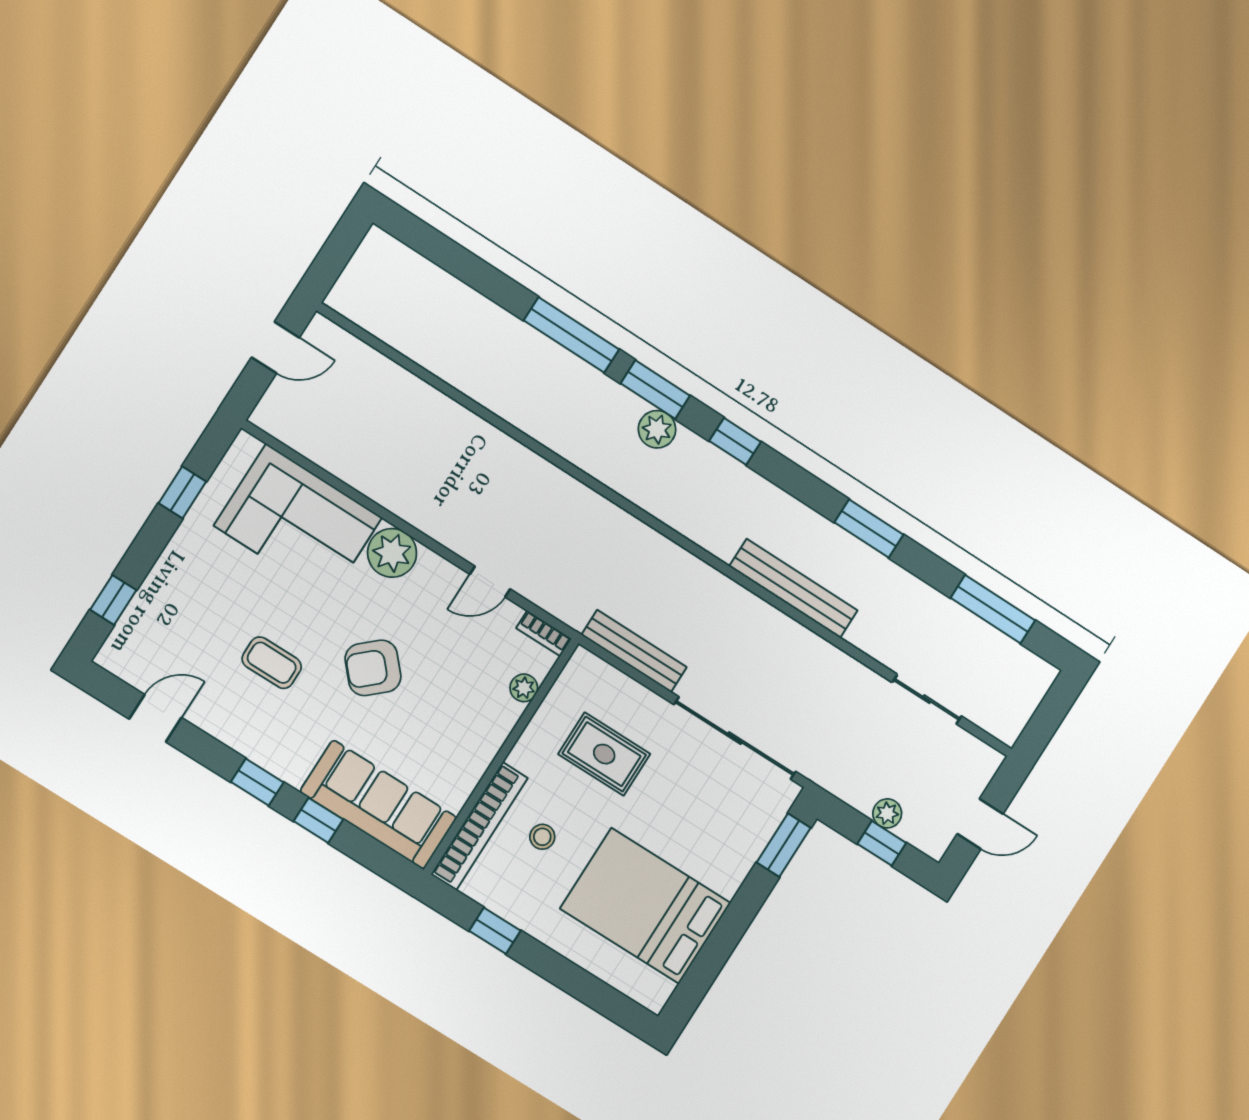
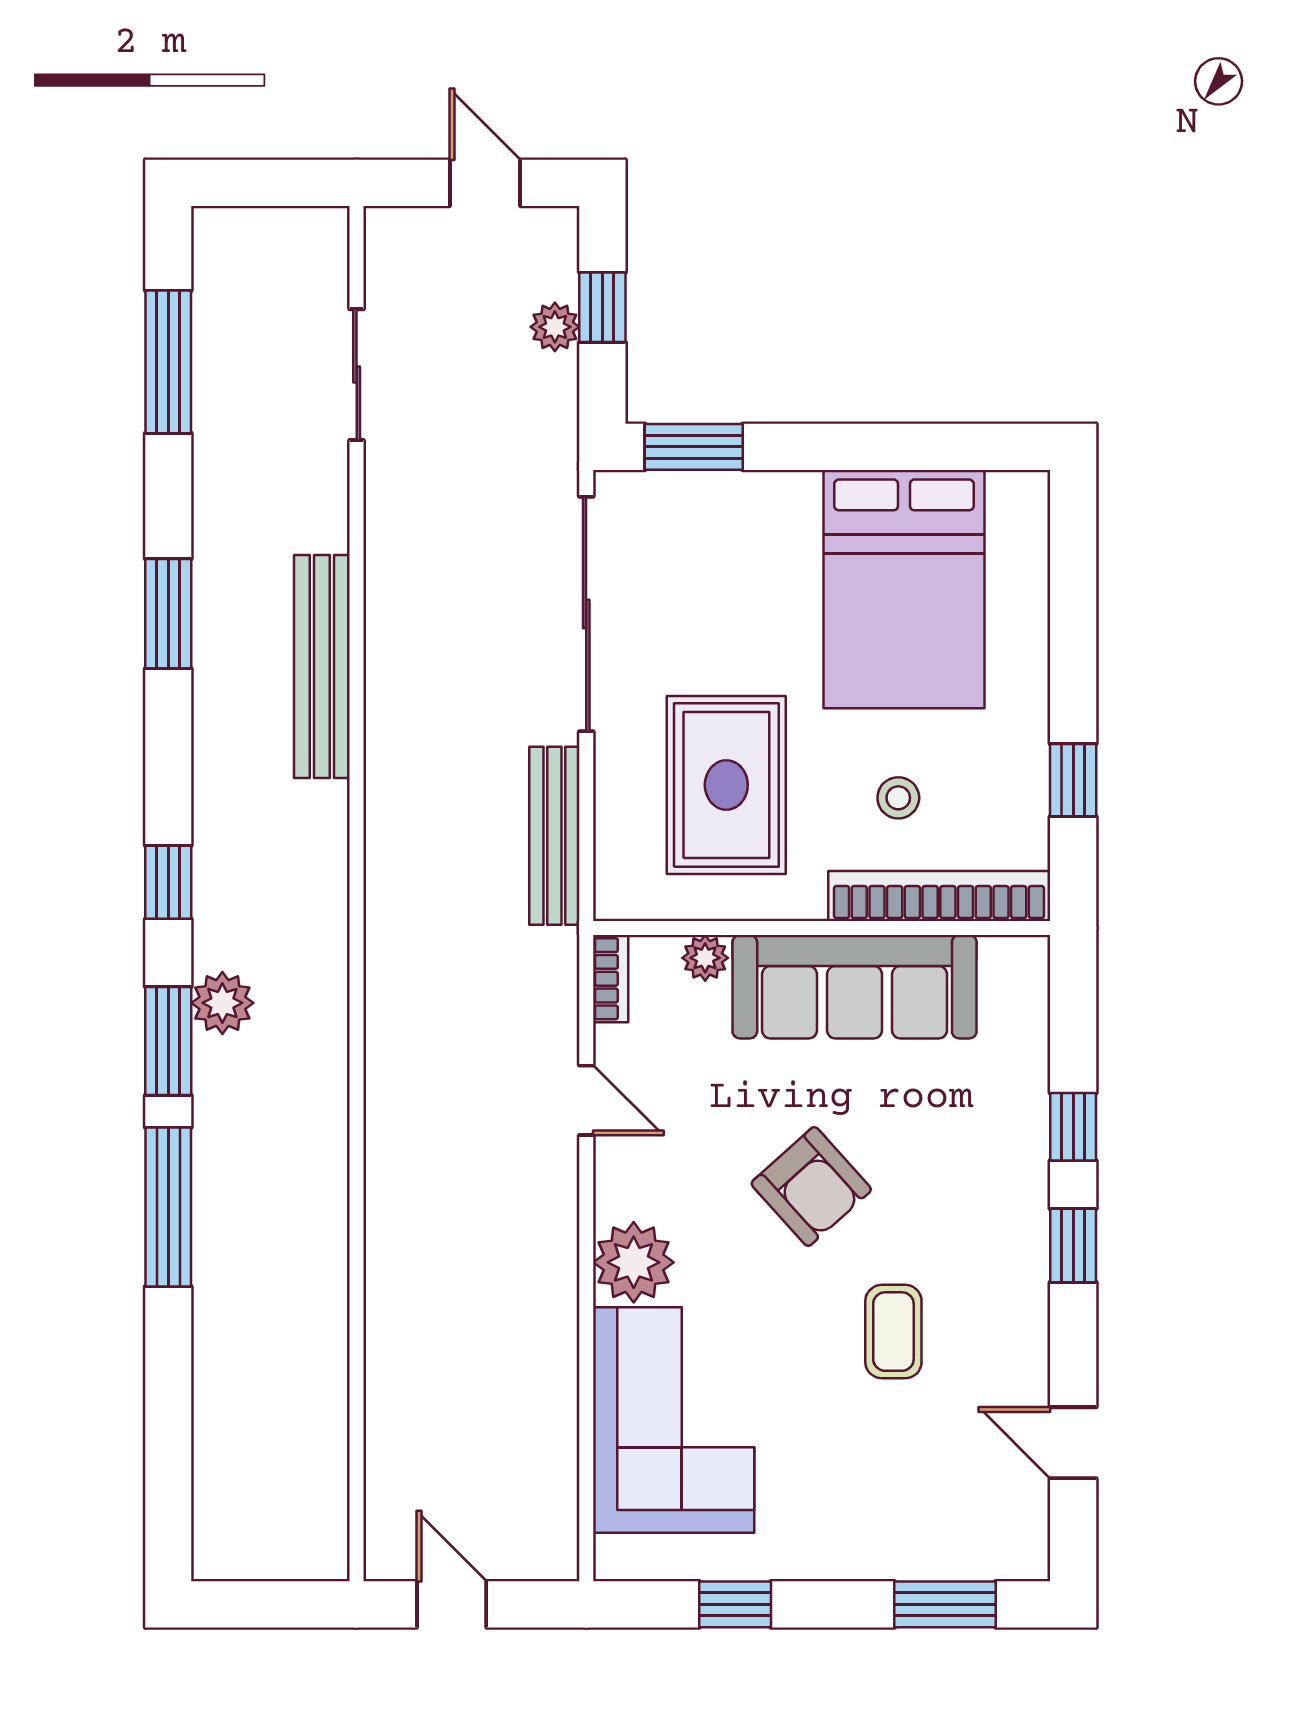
window: (113, 600) -> (945, 1604), width x1.50
rug: (604, 754) -> (726, 785), width x1.36, depth x1.43
sofa: (378, 805) -> (855, 987), moved, turned -90

